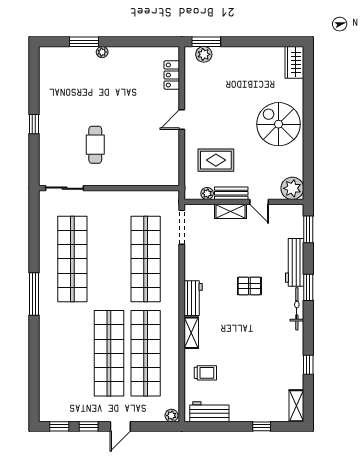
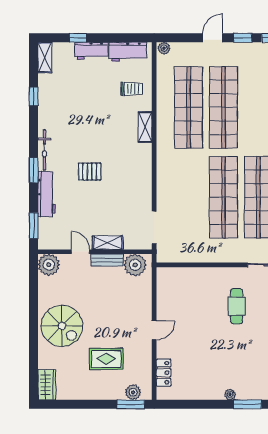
rug: (216, 160) -> (106, 359), moved
plant: (207, 193) -> (135, 265), width x1.88, depth x1.88
shop shelf: (146, 259) -> (223, 197), moved
workbench: (193, 298) -> (91, 51), moved, turned -90
trolley: (205, 373) -> (132, 89), turned 180

